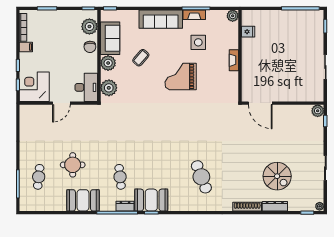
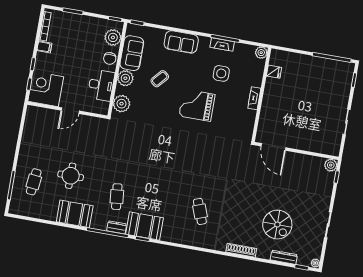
sofa: (161, 19) -> (181, 42), width x0.73
desk: (86, 87) -> (101, 85), moved
cafe table: (201, 177) -> (200, 211), width x0.73, depth x0.74
dresser: (275, 206) -> (284, 257), moved

